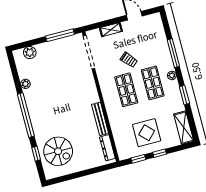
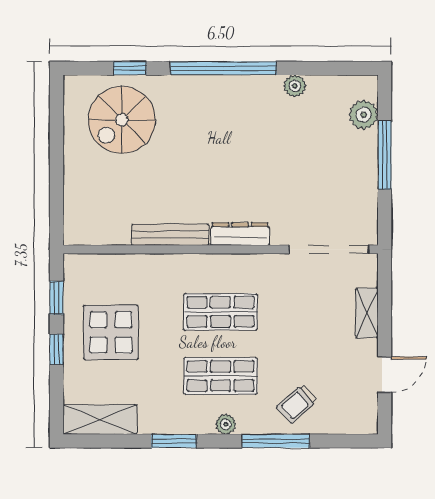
window: (60, 35) -> (385, 155), moved
trolley: (129, 60) -> (297, 404), moved
dresser: (107, 148) -> (240, 234), moved

